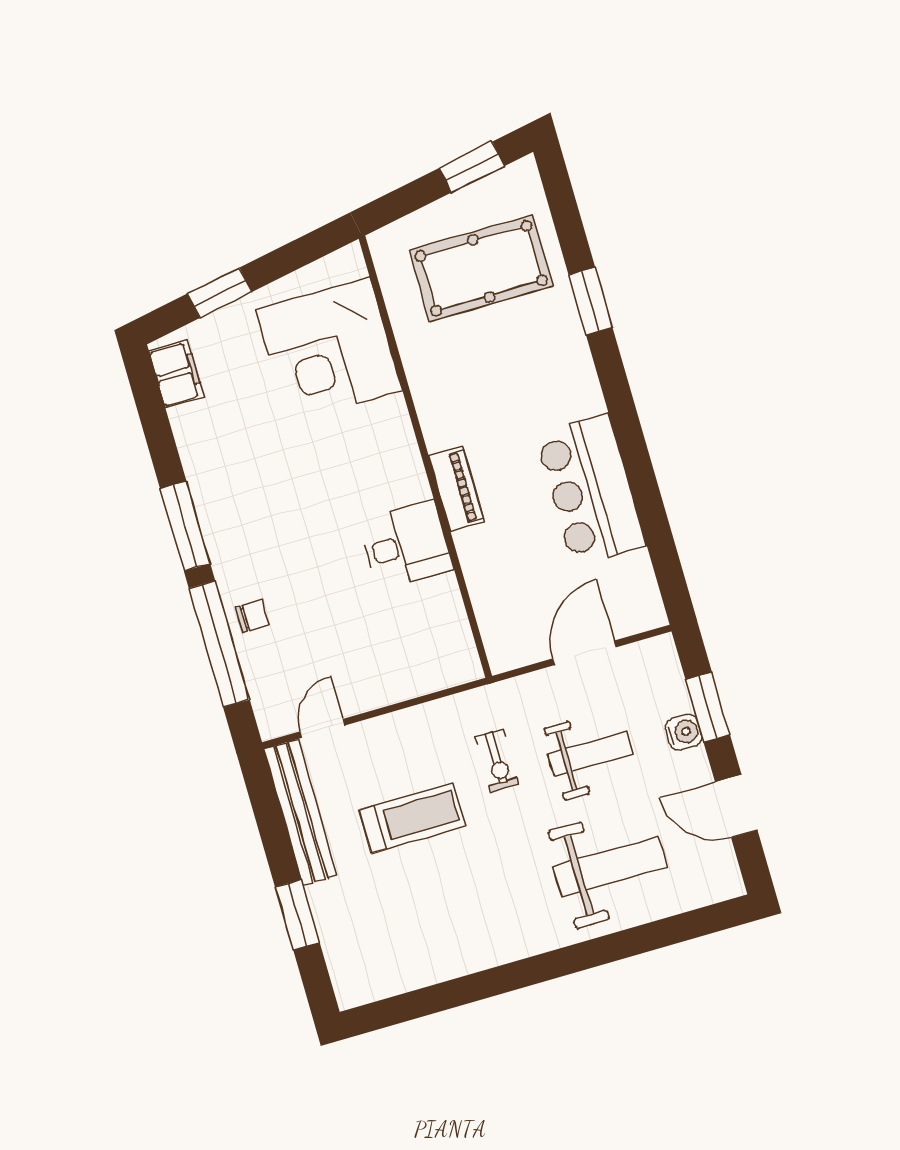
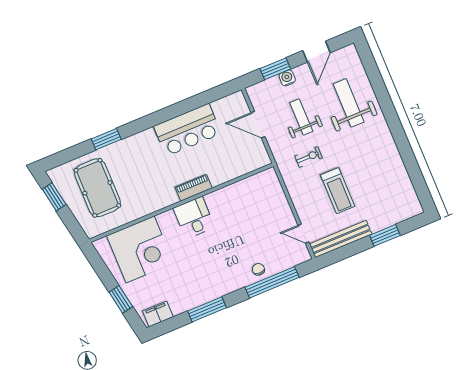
window: (185, 526) -> (207, 309), moved
desk: (406, 545) -> (194, 218), moved
treadmill: (412, 818) -> (338, 191), turned 180

